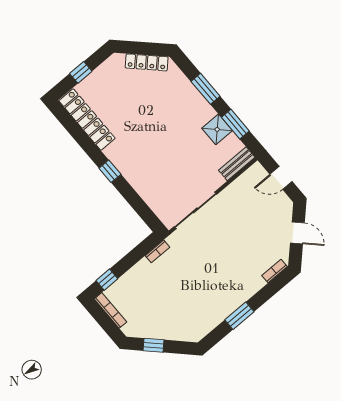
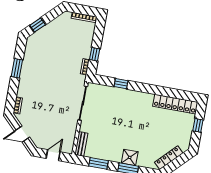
shower: (217, 129) -> (130, 157), moved
window: (110, 171) -> (121, 84), moved
window: (107, 280) -> (95, 54), moved
window: (153, 345) -> (38, 25), moved

